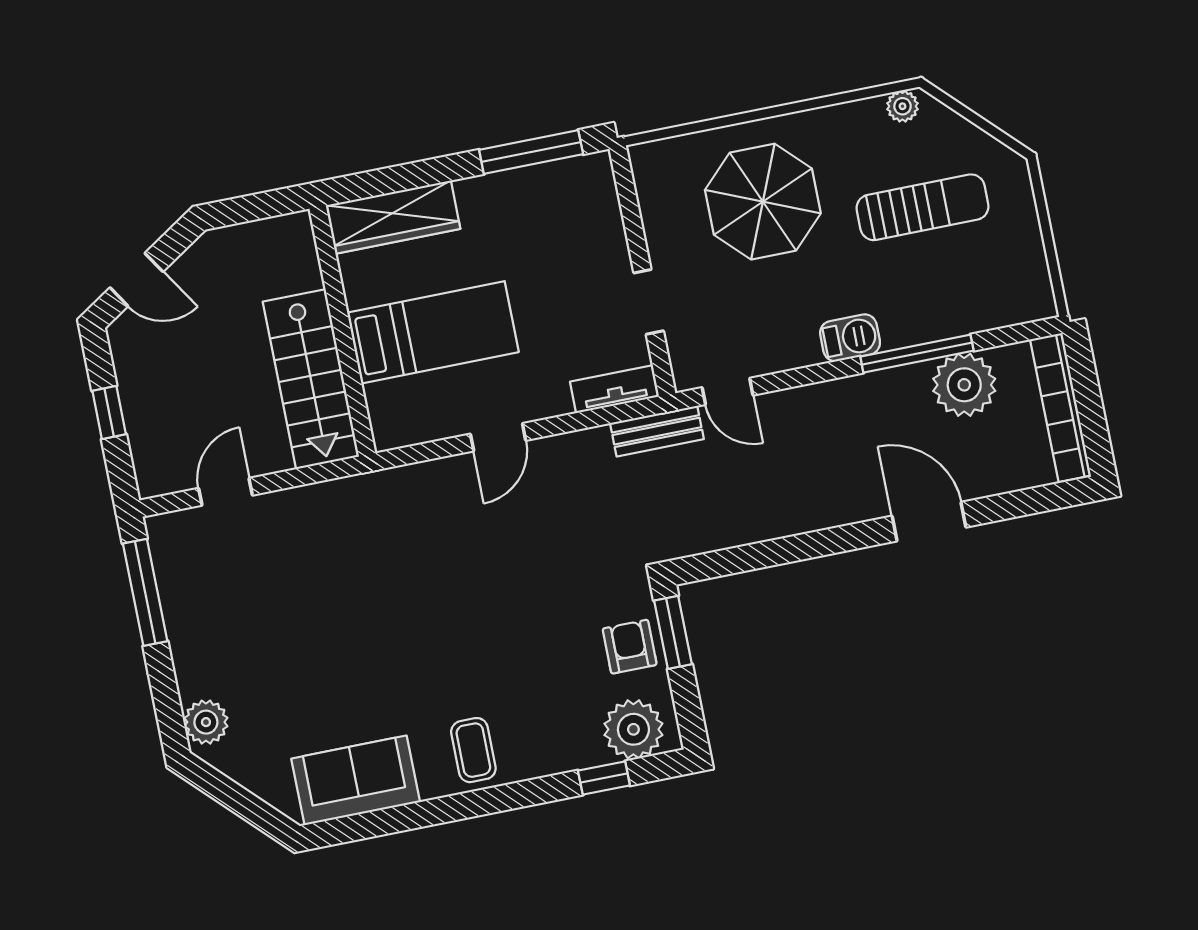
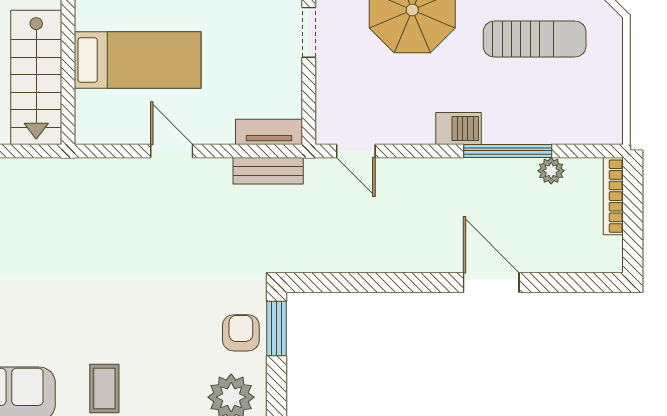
doorway: (649, 302) -> (309, 32), moved
plant: (964, 385) -> (551, 171), width x0.53, depth x0.53
bookcase: (1060, 407) -> (613, 196), width x0.68, depth x0.76
bench: (657, 431) -> (268, 171), moved
door: (498, 437) -> (172, 151), swing flipped

